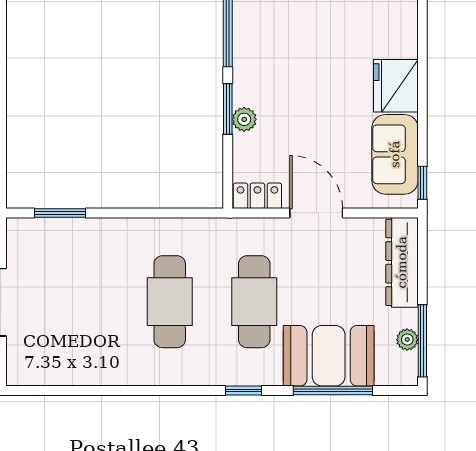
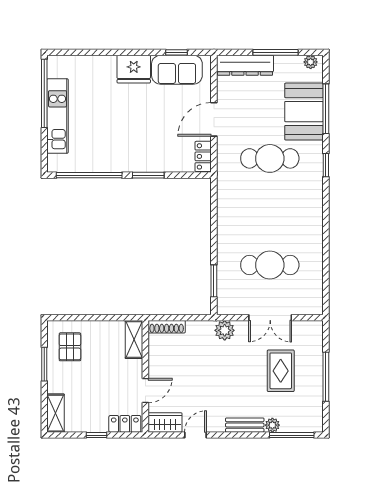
plant: (244, 119) -> (155, 165), removed
window: (422, 183) -> (177, 52), moved
cafe table: (170, 302) -> (270, 265), moved
plant: (407, 340) -> (311, 62), moved
window: (422, 341) -> (275, 52), moved

